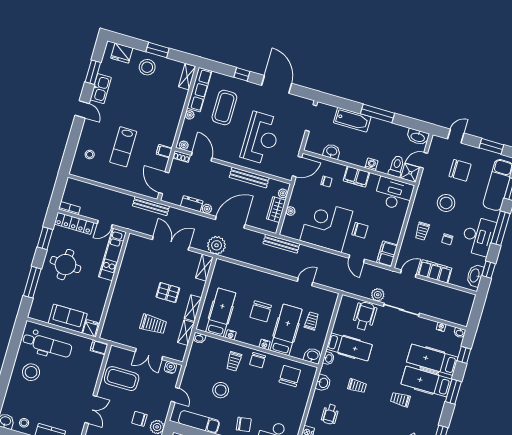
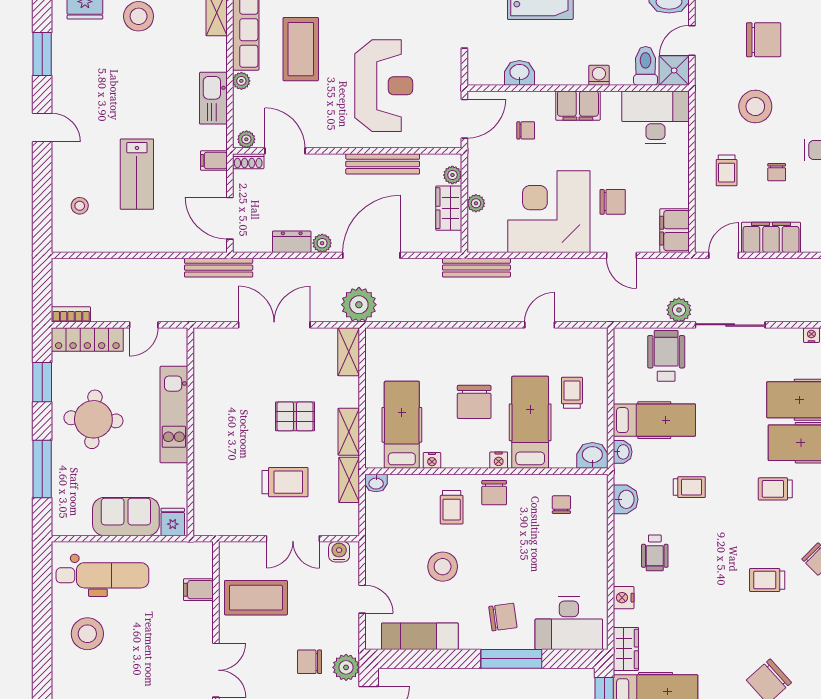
kitchen sink: (101, 89) -> (213, 98), moved, turned 180
kitchen unit: (112, 254) -> (174, 415), moved
filing cabinet: (99, 347) -> (198, 590), moved
chair: (290, 376) -> (561, 505), width x0.54, depth x0.54

